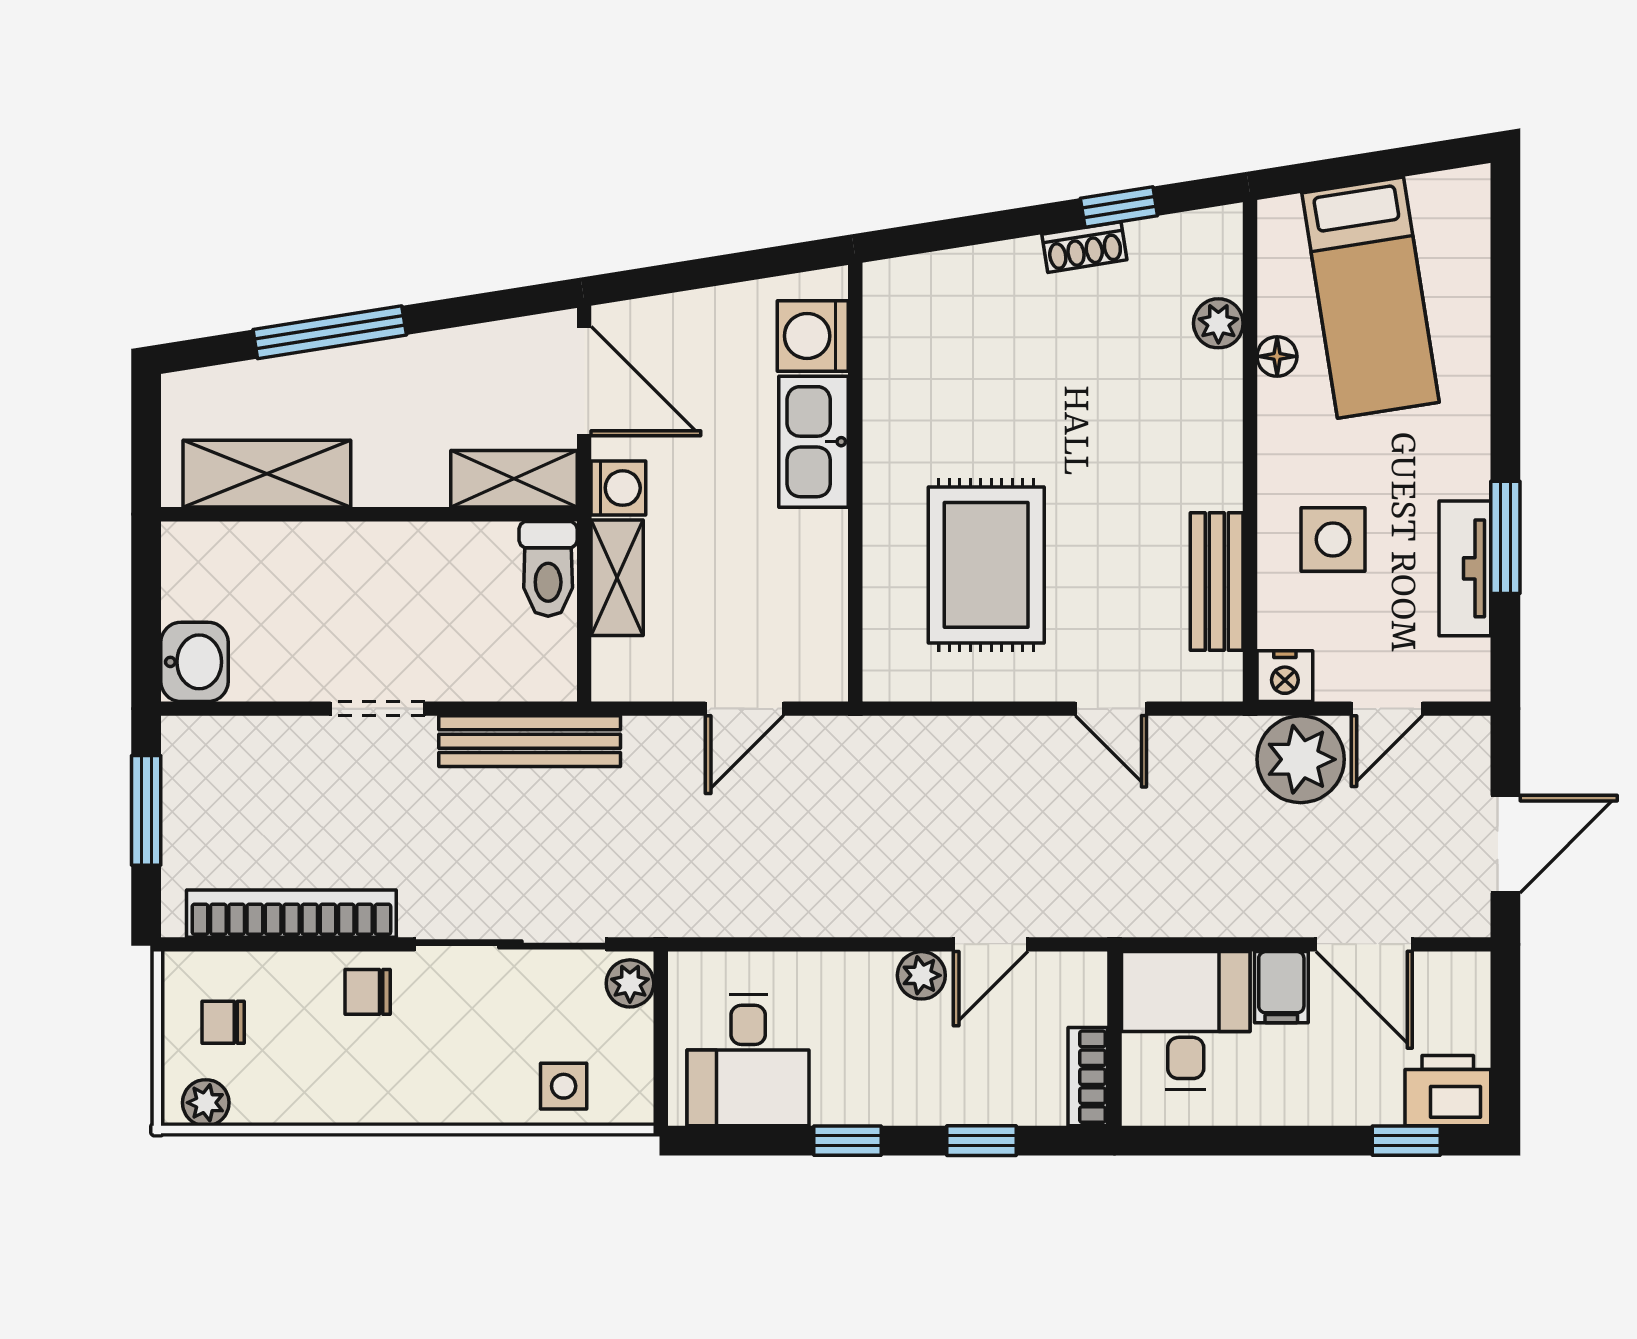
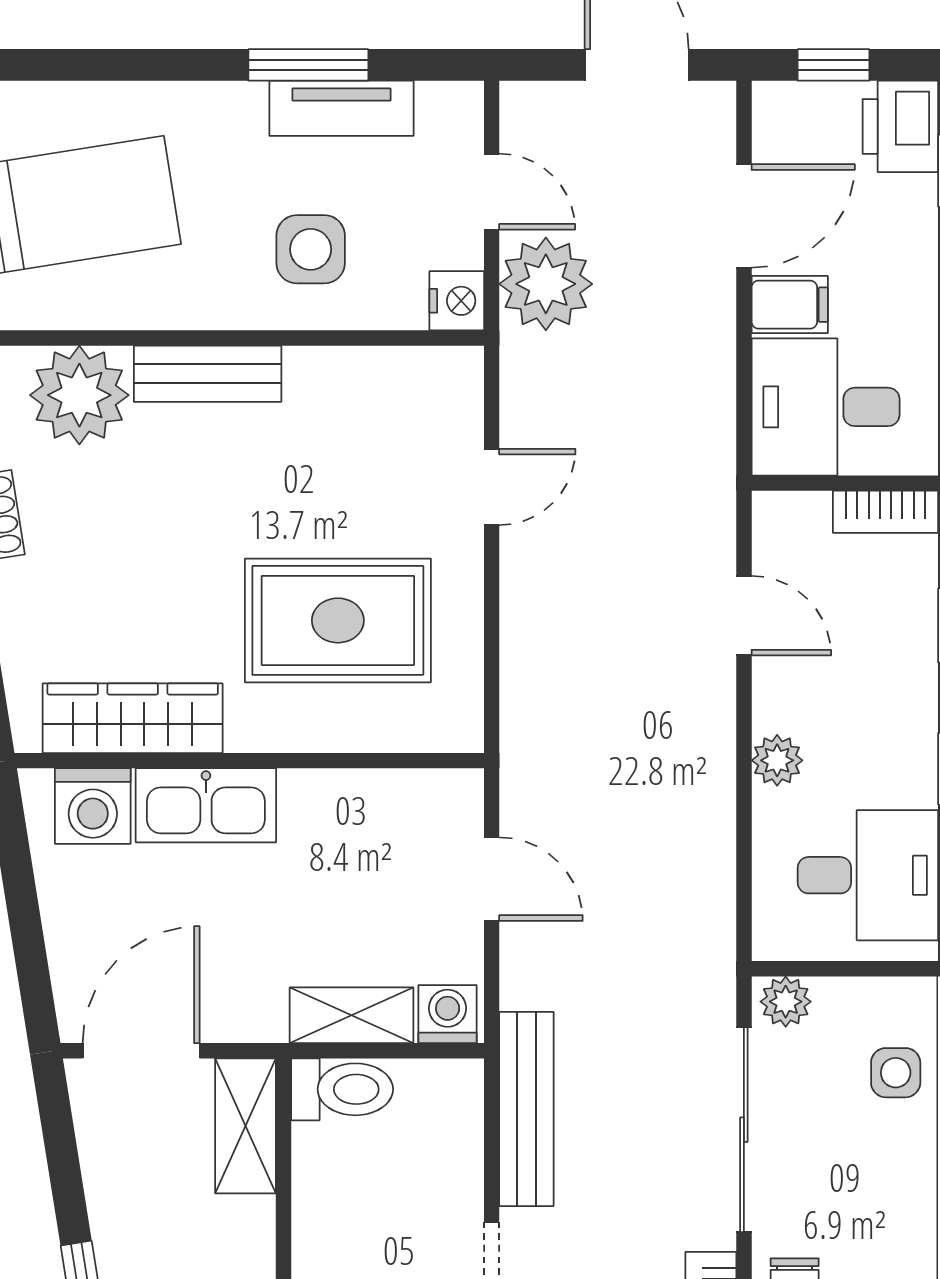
plant: (1218, 323) -> (79, 395), width x1.88, depth x1.88
floor lamp: (1277, 356) -> (115, 309), removed
wardrobe: (895, 373) -> (133, 718), added
washing machine: (618, 488) -> (448, 1014), moved
bench: (1217, 581) -> (208, 374), moved
plant: (921, 975) -> (777, 760), moved
window: (1505, 1028) -> (834, 65), added

